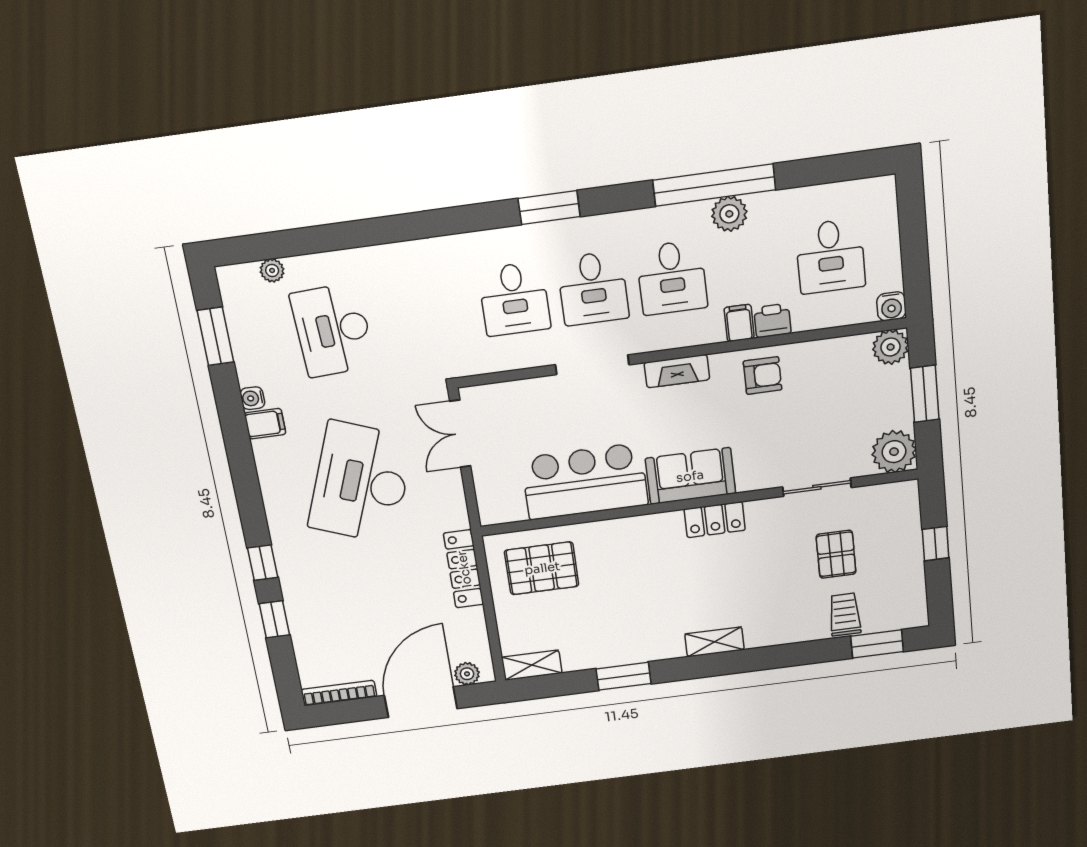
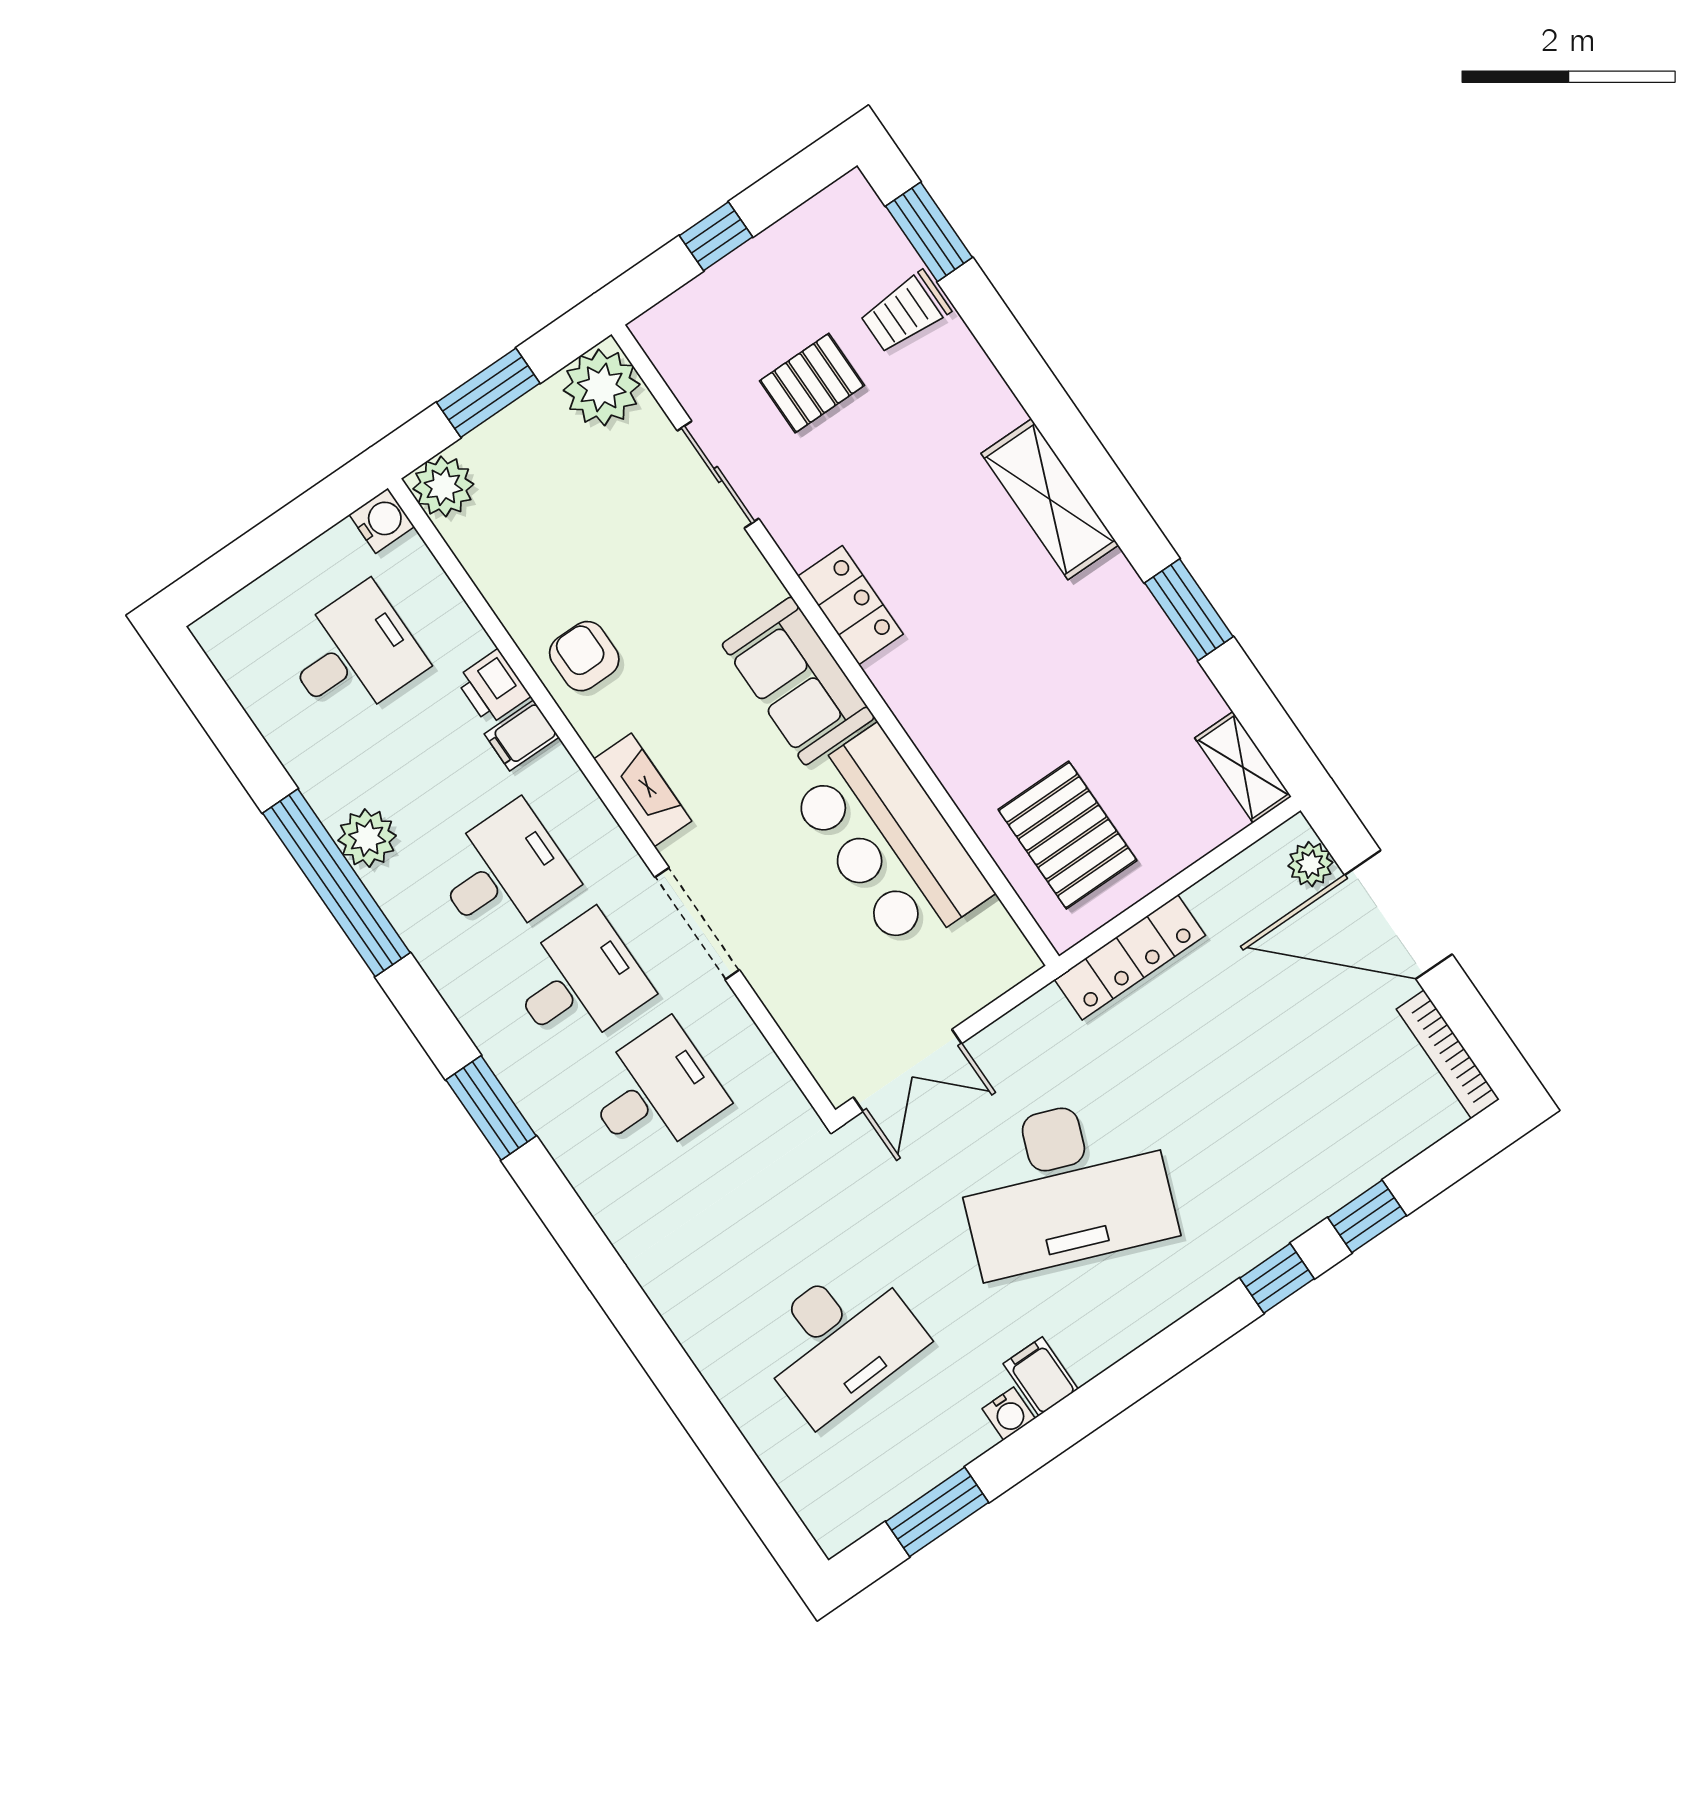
plant: (272, 270) -> (791, 1472), removed
shelving: (714, 642) -> (1050, 499), width x1.50, depth x1.33

